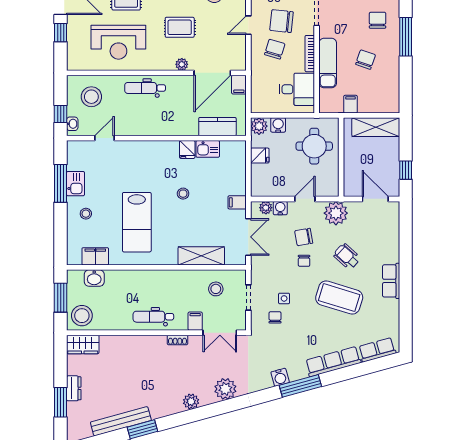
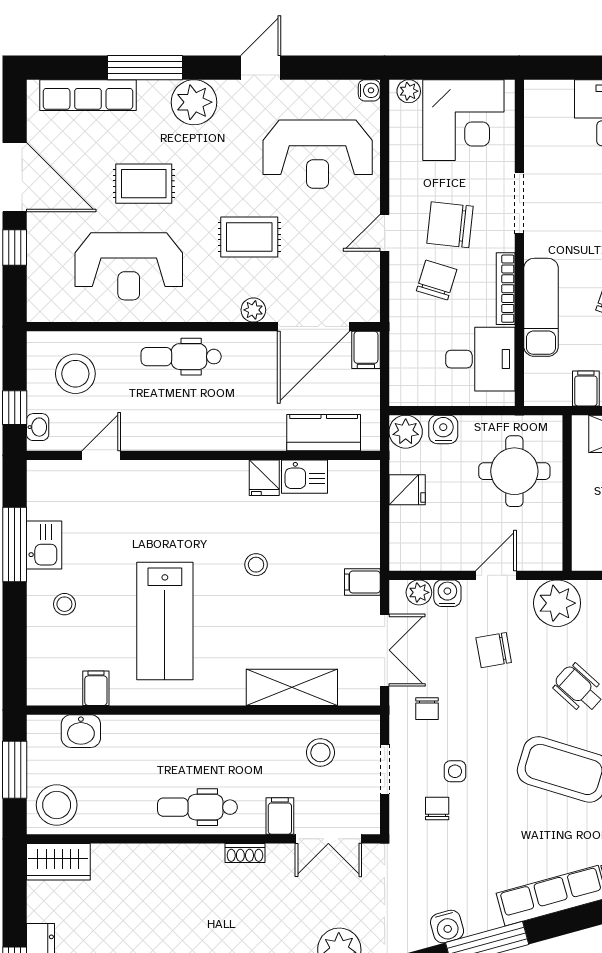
filing cabinet: (95, 256) -> (96, 688), width x0.50
chair: (304, 261) -> (427, 709), moved

